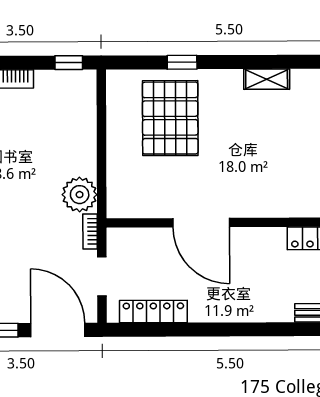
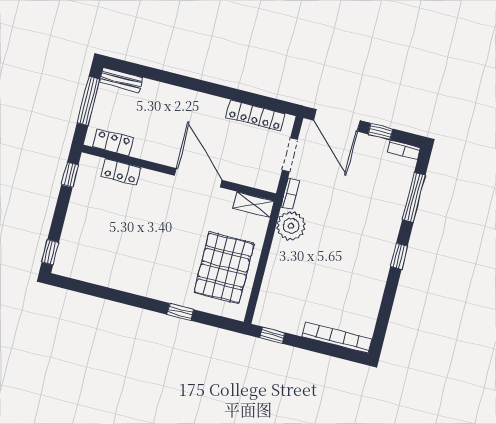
shelving: (267, 79) -> (254, 205), moved
pallet: (170, 118) -> (224, 268), moved
locker: (292, 207) -> (121, 172), added

